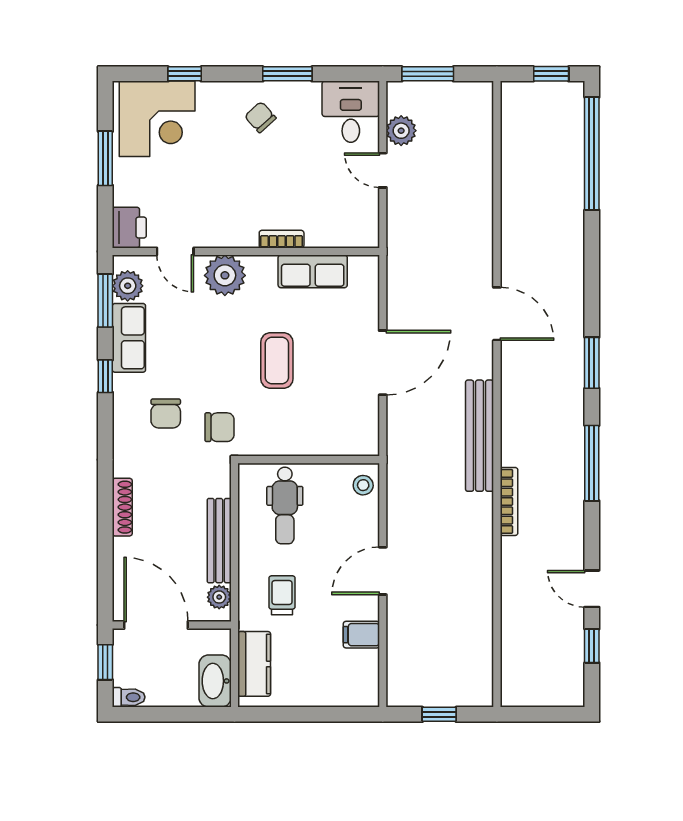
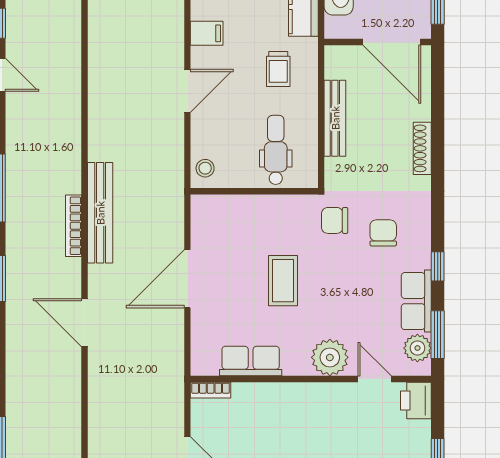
bookcase: (282, 239) -> (211, 390), moved
bookcase: (509, 501) -> (74, 226), moved
plant: (219, 597) -> (335, 67), removed

